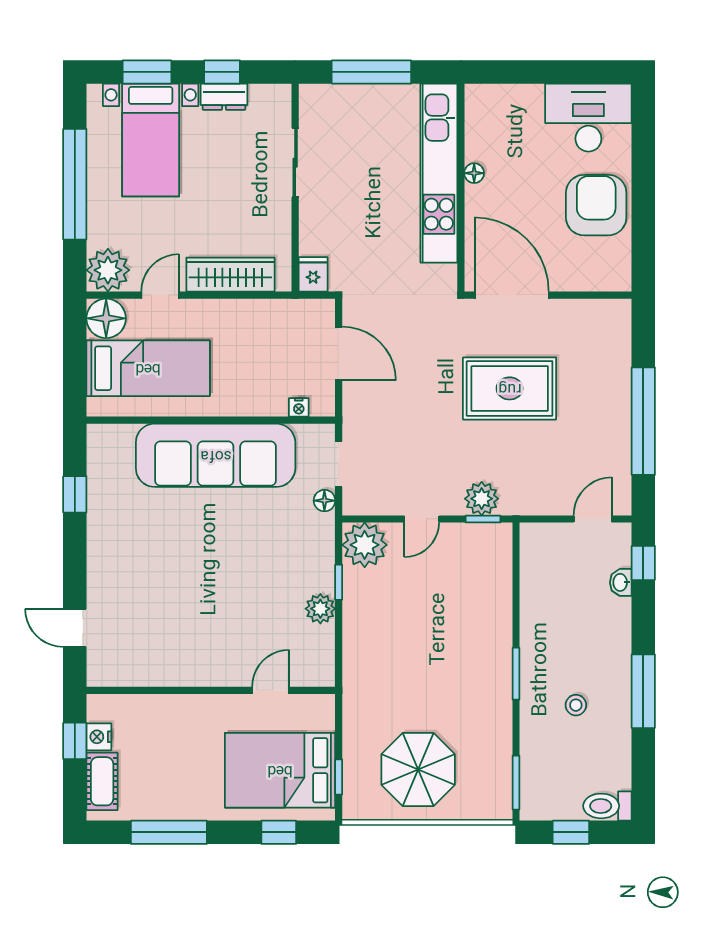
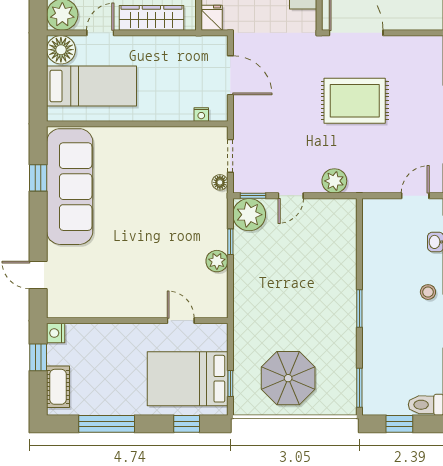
sofa: (216, 455) -> (70, 187), moved, turned -90
window: (483, 519) -> (253, 196), moved
door: (271, 690) -> (181, 321), hinge flipped
stool: (576, 705) -> (428, 292), moved
nightstand: (99, 737) -> (56, 333), moved

